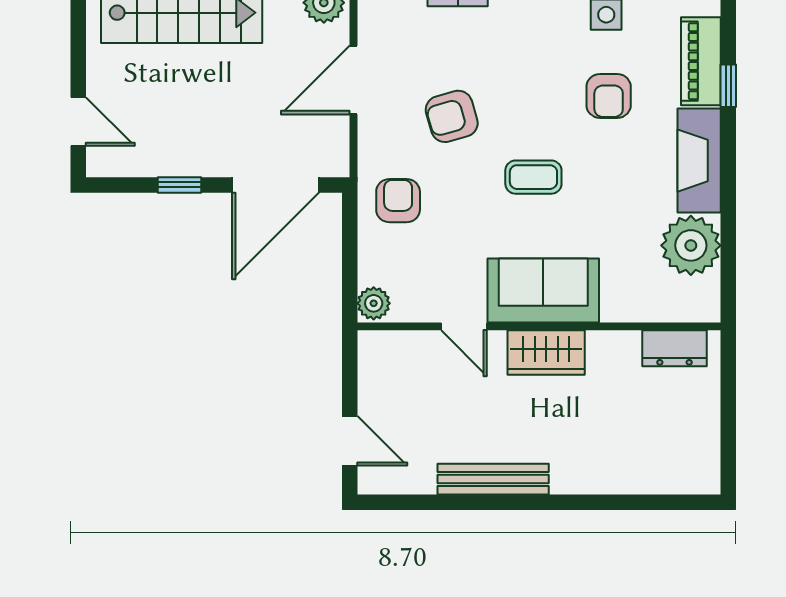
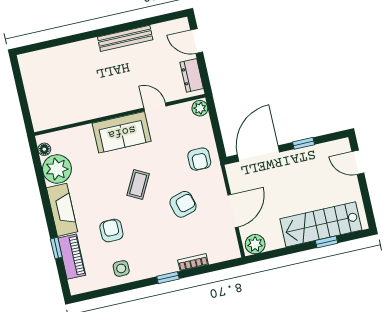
coffee table: (533, 177) -> (138, 184), turned -62
floor lamp: (708, 291) -> (44, 149), added
dresser: (674, 348) -> (192, 75), moved, turned -90
wardrobe: (546, 353) -> (114, 103), removed

